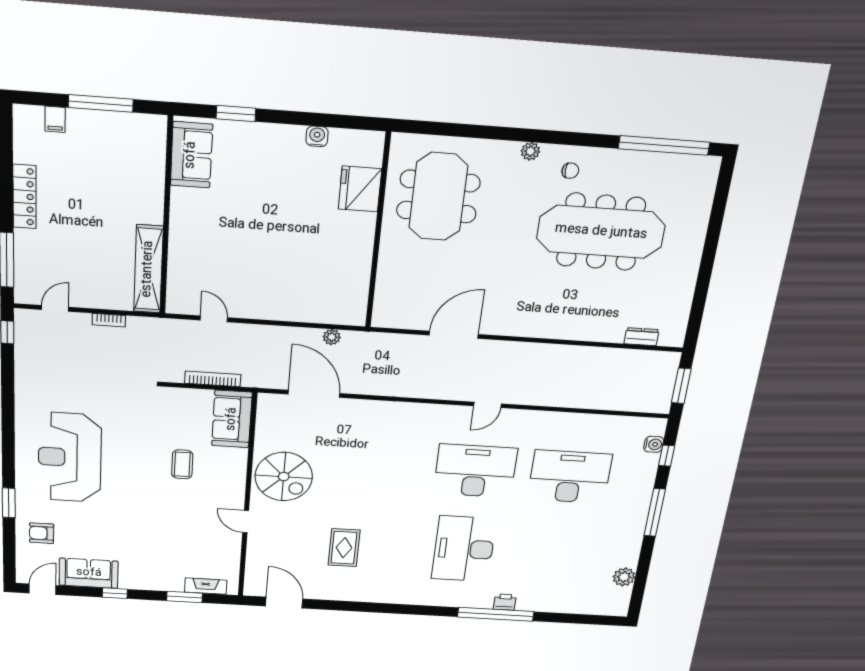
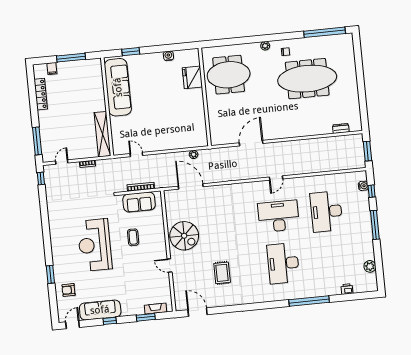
sofa: (191, 155) -> (118, 87), width x1.85, depth x1.27
locker: (24, 197) -> (41, 94), moved
meeting table: (438, 197) -> (229, 75), turned 90
sofa: (232, 419) -> (139, 202), moved, turned -90
reception desk: (70, 458) -> (95, 245), moved
desk: (570, 477) -> (326, 211), turned -90
sofa: (89, 573) -> (100, 310), width x1.36
printer: (505, 602) -> (347, 289), moved

